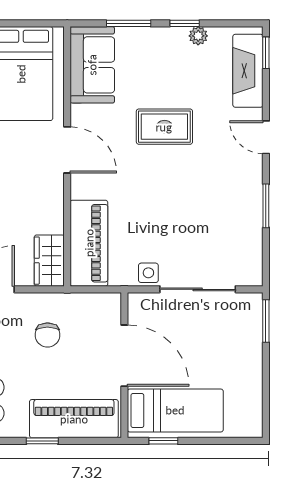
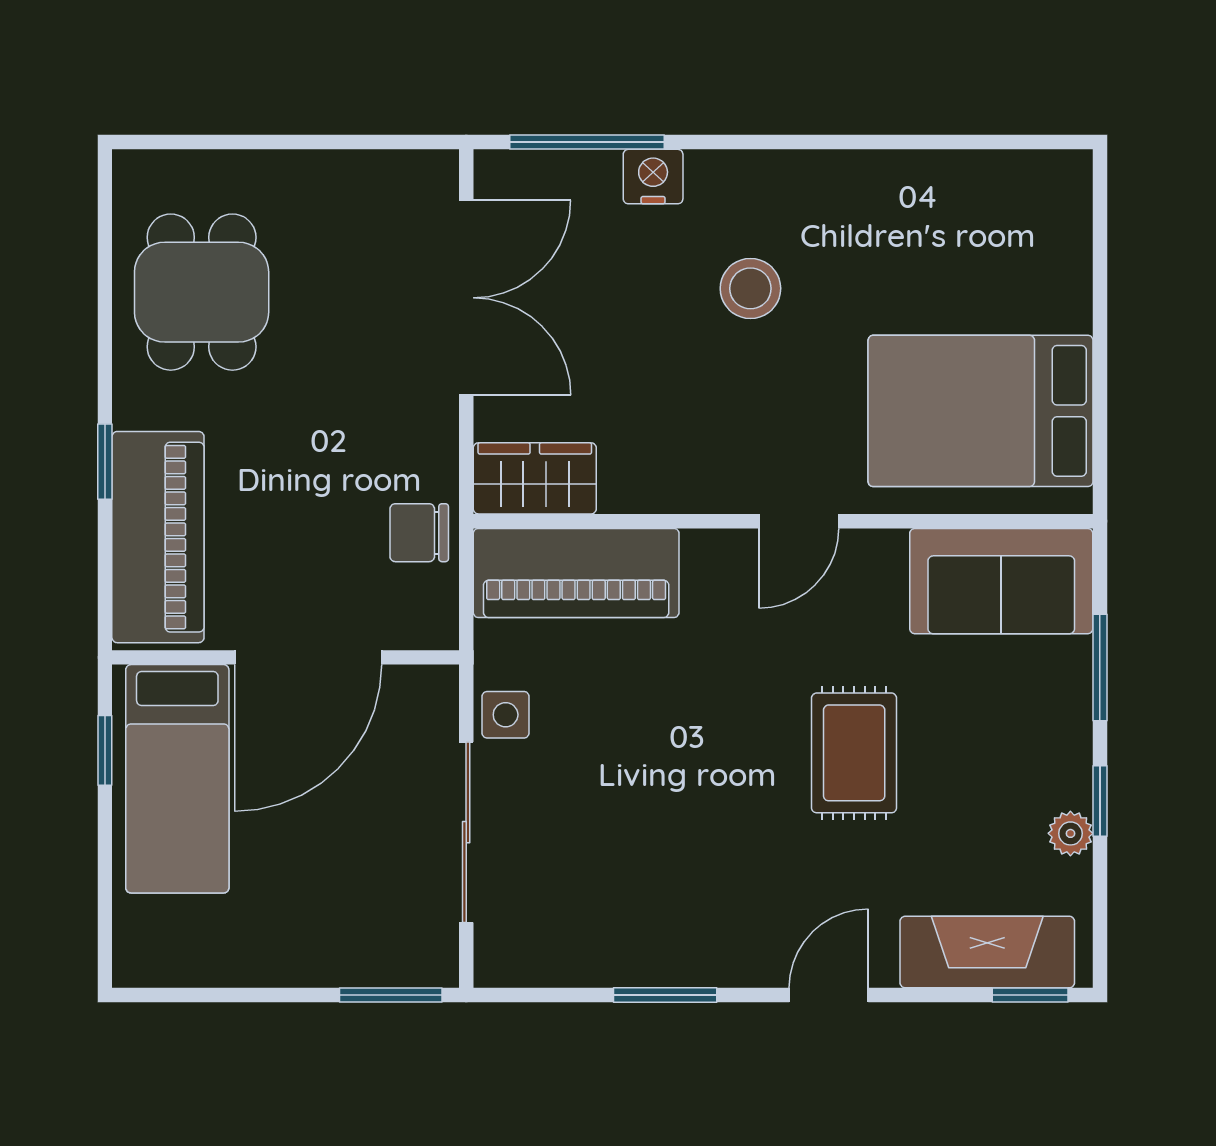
door: (67, 150) -> (799, 521), width x0.73
chair: (47, 335) -> (419, 533), moved

